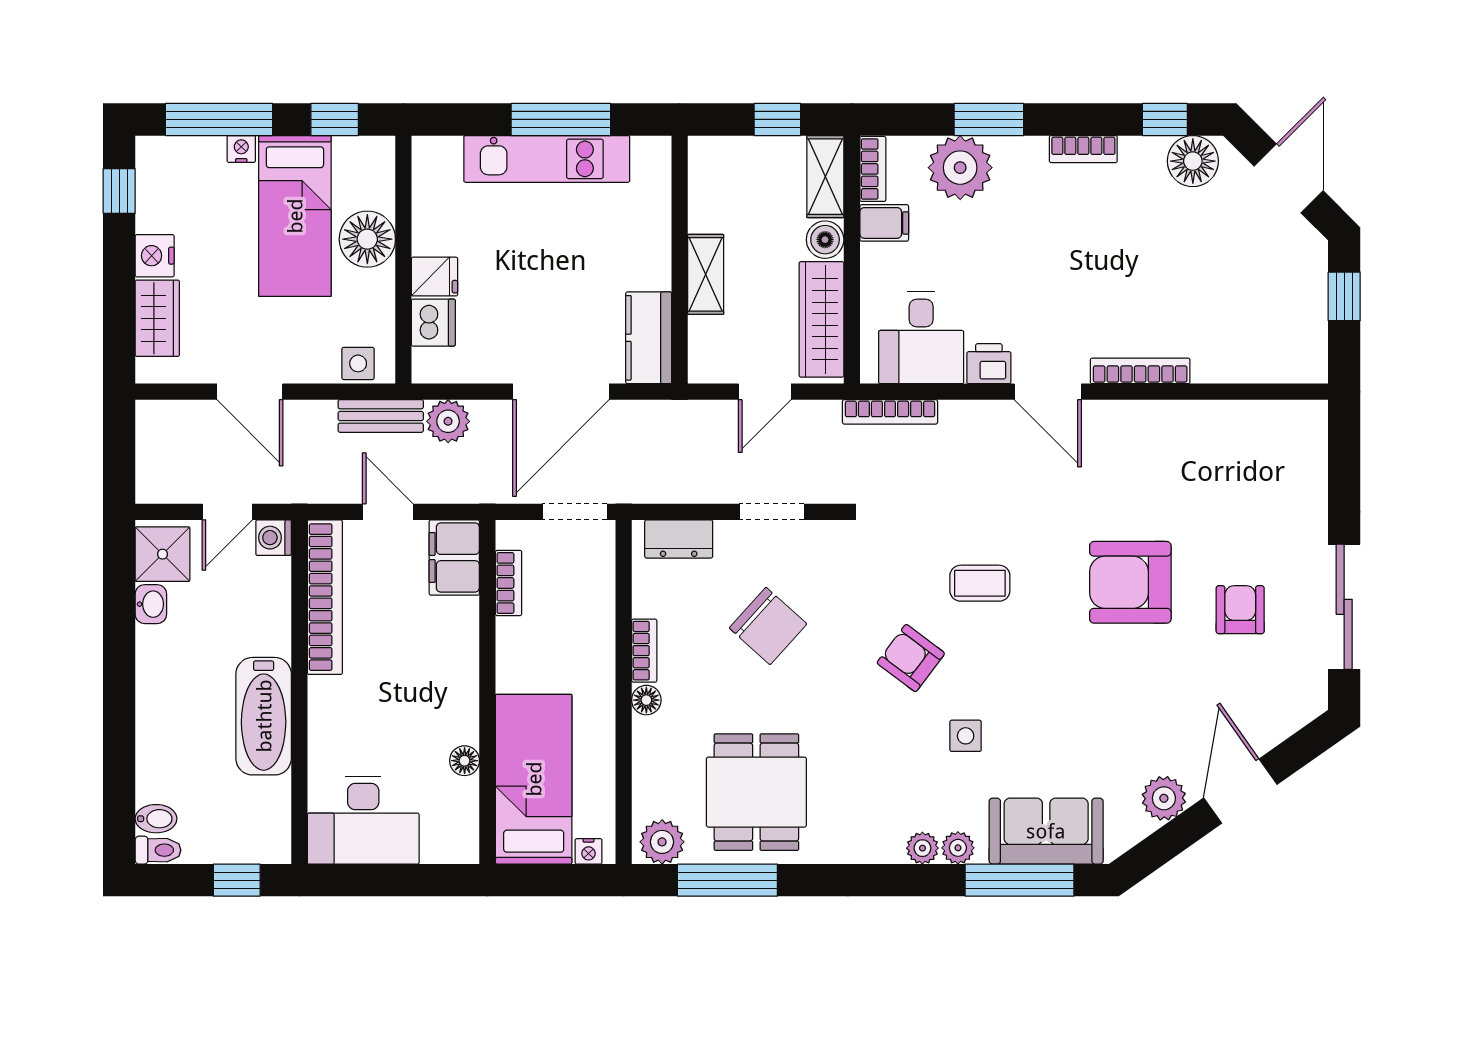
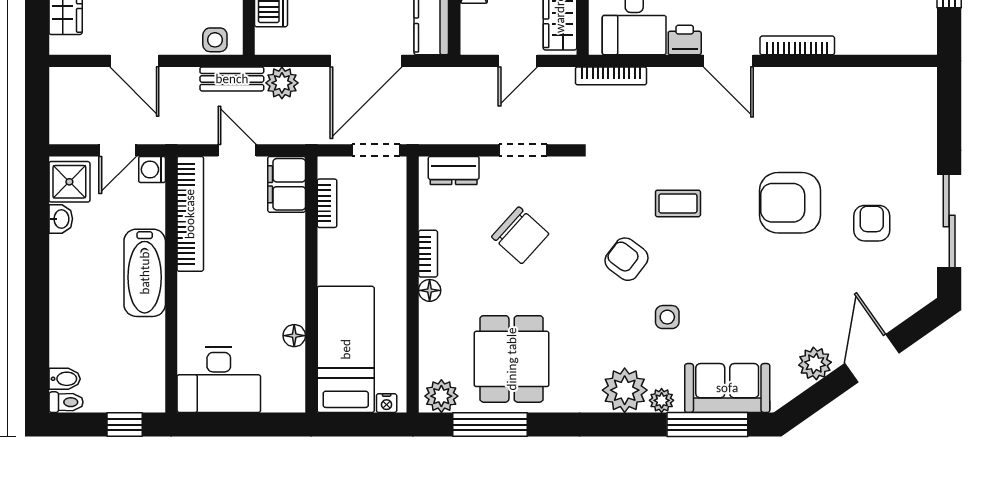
bathtub: (264, 716) -> (145, 273), moved
plant: (922, 848) -> (625, 390), width x1.88, depth x1.88

